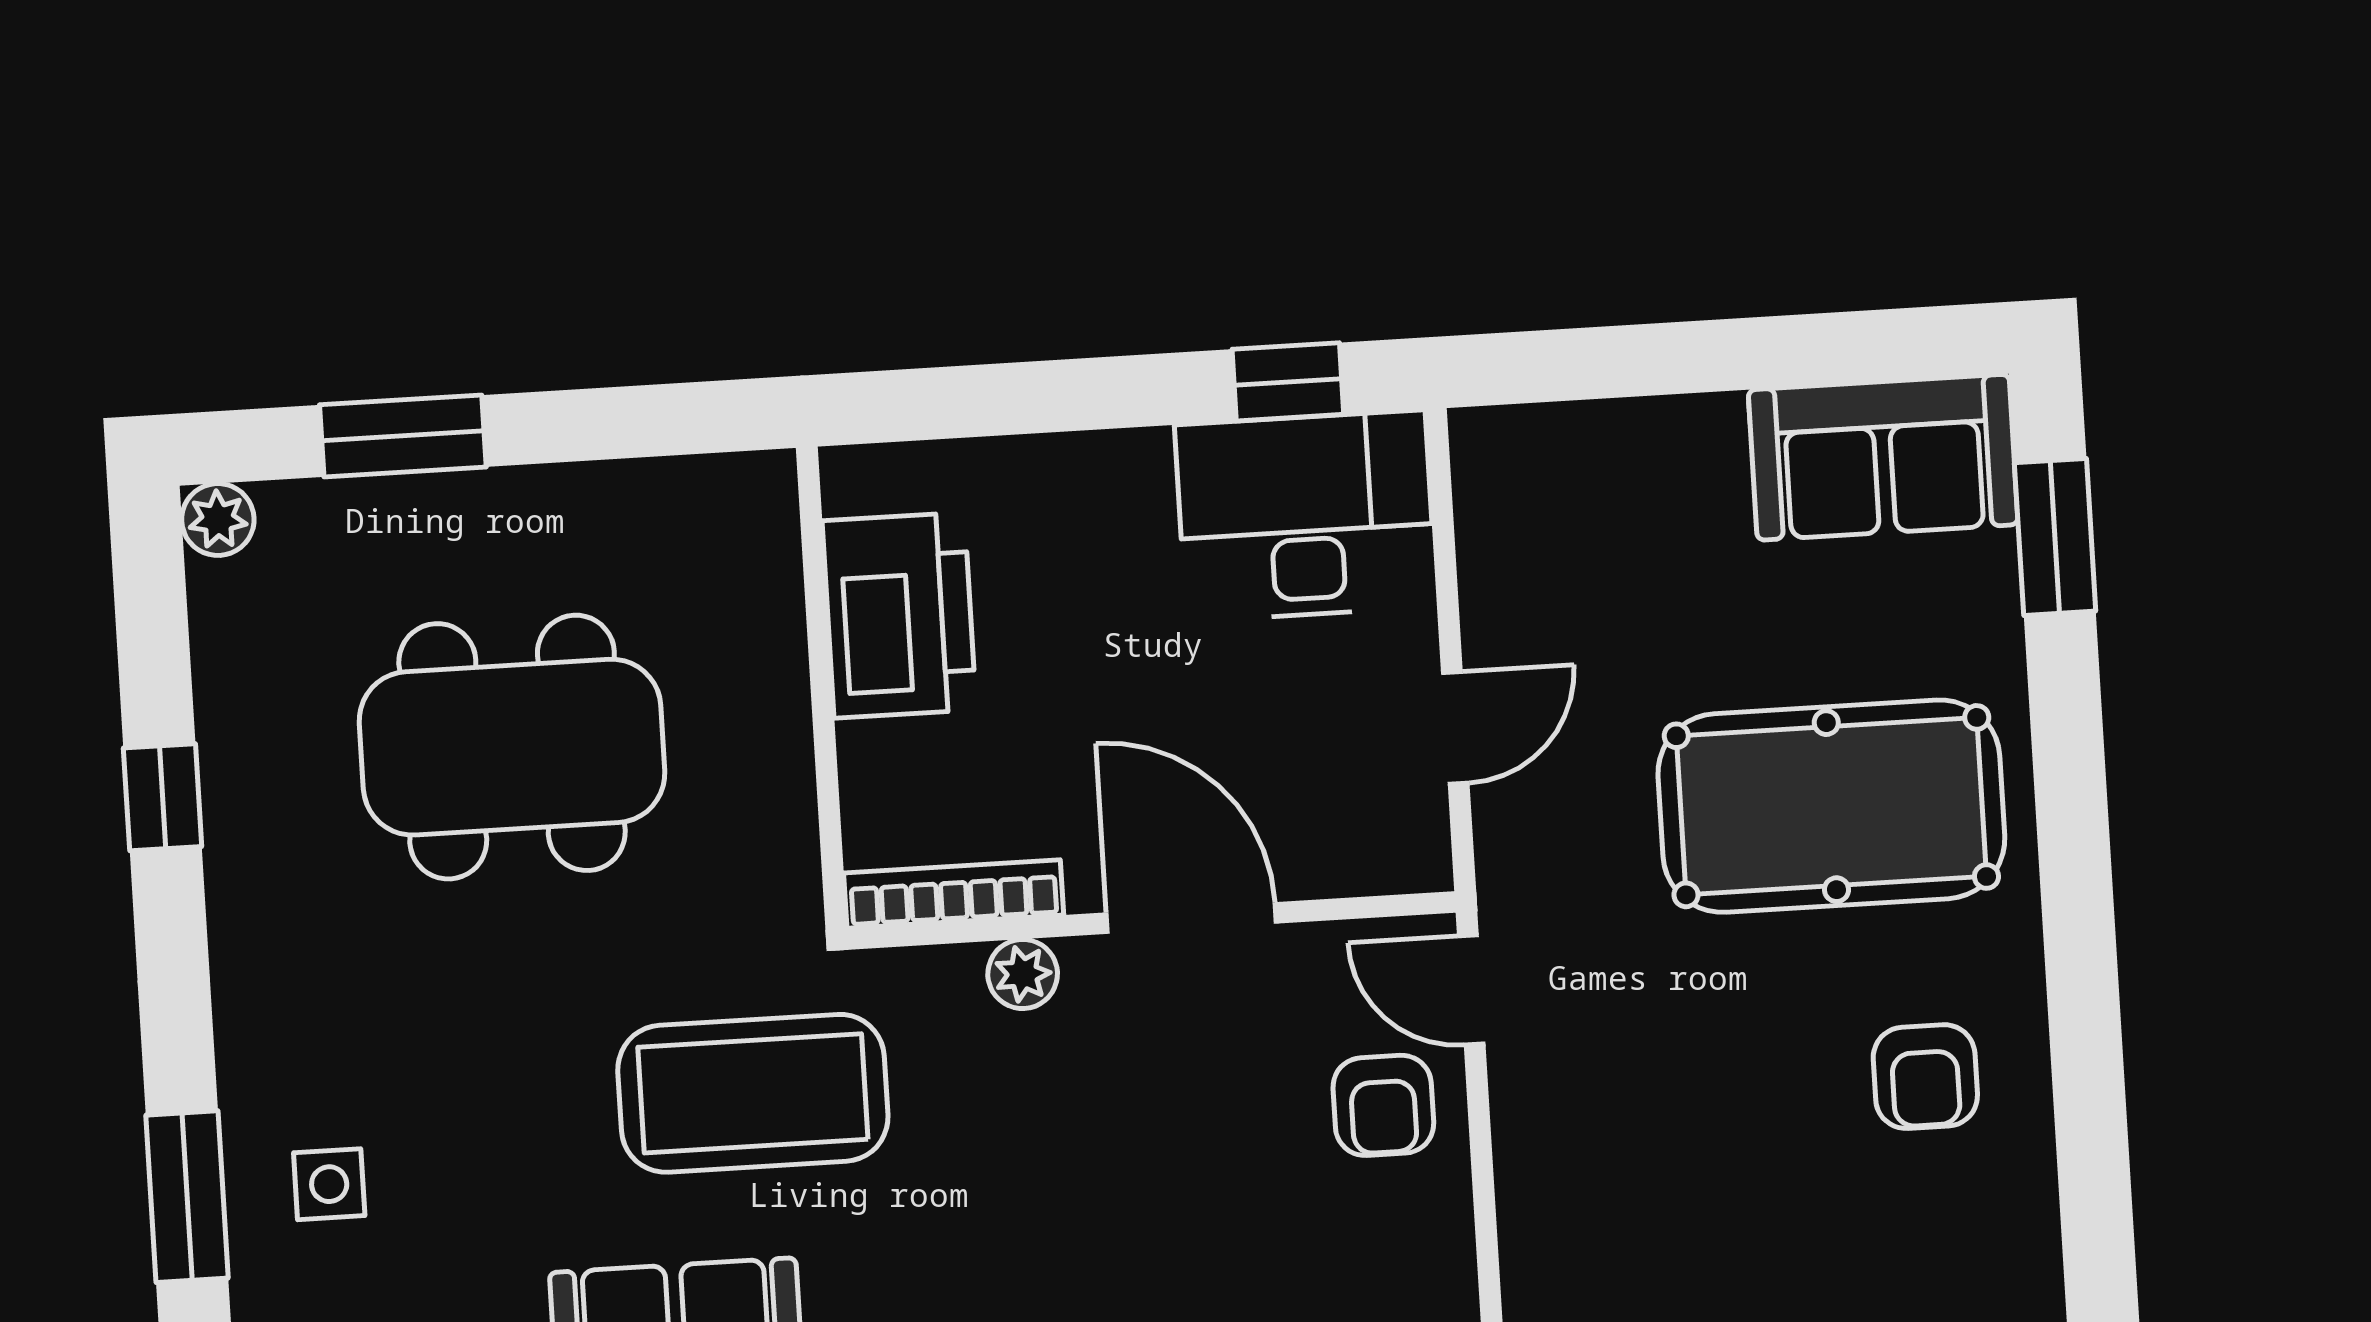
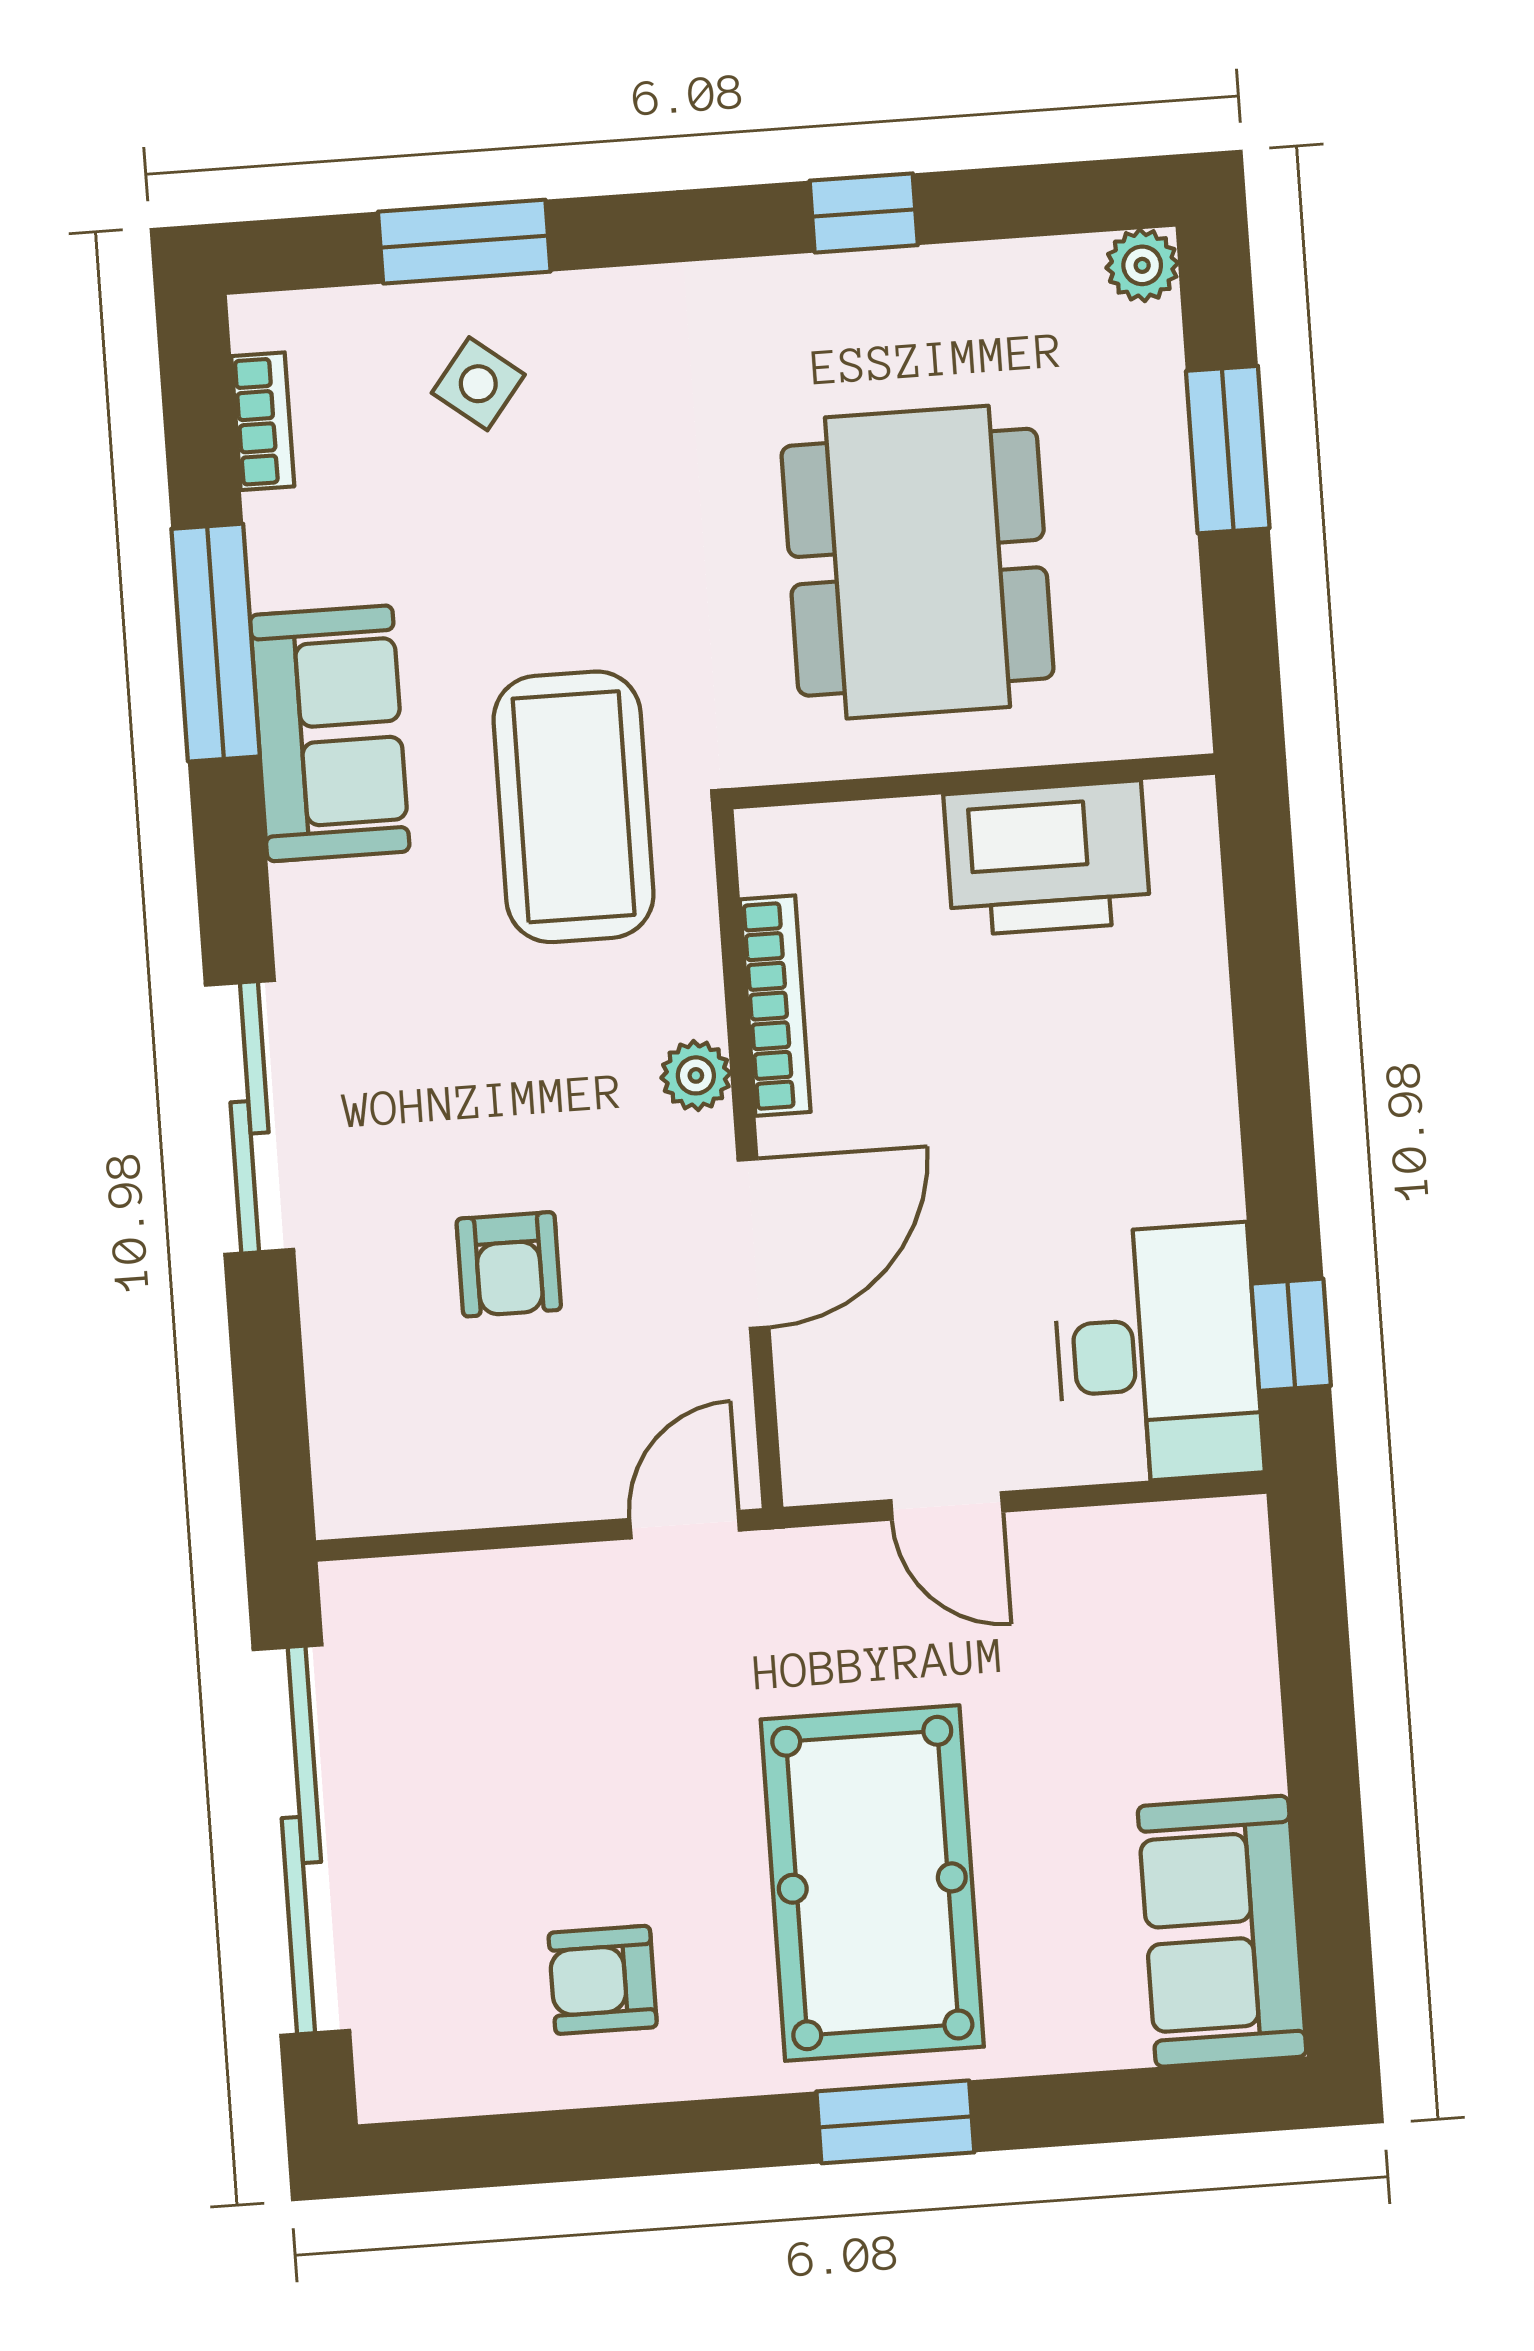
window: (2055, 537) -> (895, 2122), moved
printer: (899, 615) -> (1047, 858), moved
wall: (822, 688) -> (973, 781), moved
armchair: (1383, 1105) -> (509, 1264), moved, turned -90
side table: (329, 1184) -> (478, 384), turned 38

